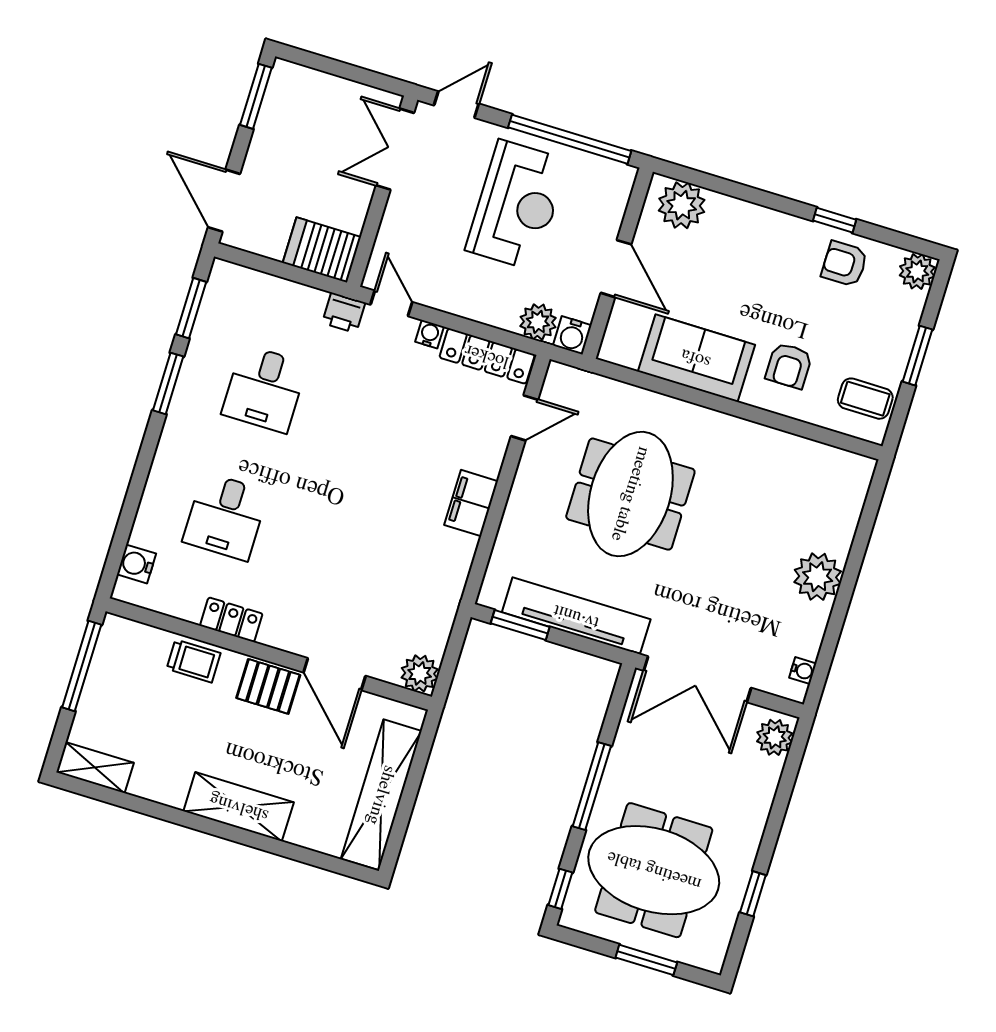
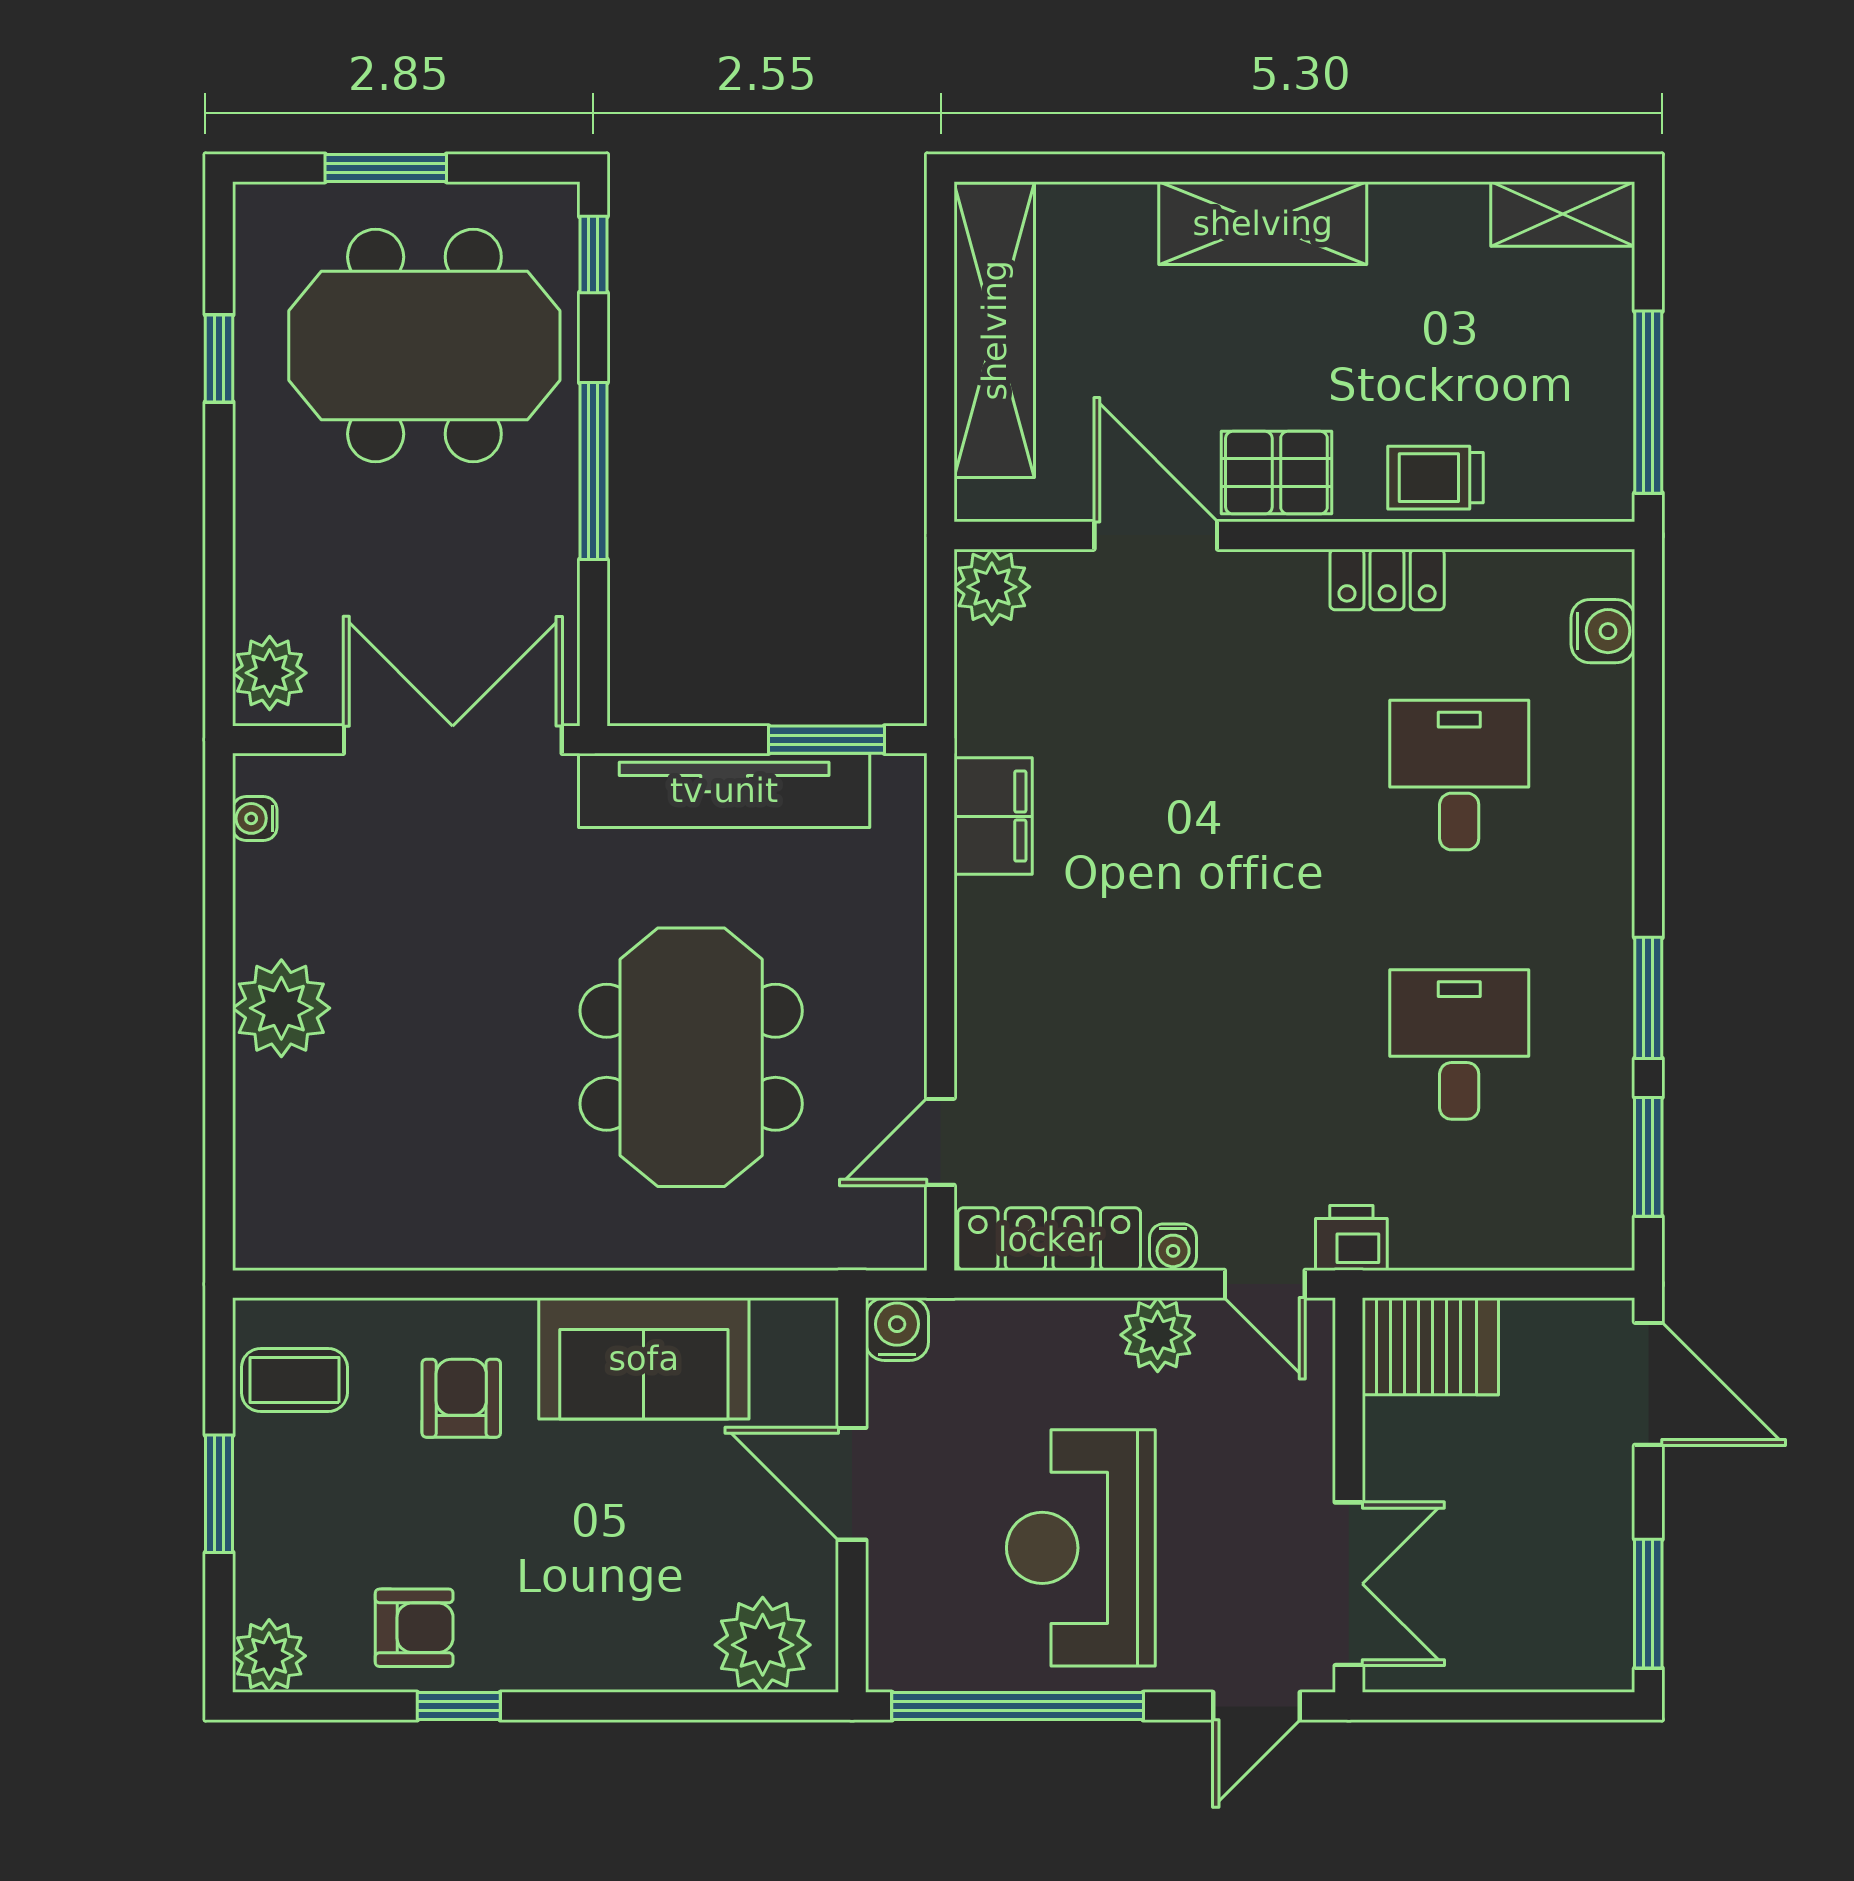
plant: (538, 322) -> (1158, 1335), moved
filing cabinet: (471, 503) -> (993, 816), moved

